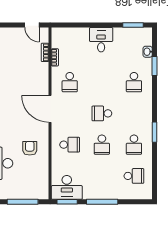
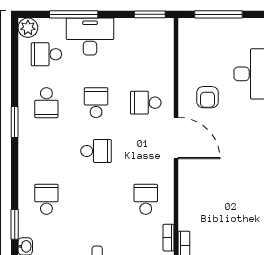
door: (50, 109) -> (176, 138), moved
school desk: (134, 145) -> (46, 103), turned 180
desk: (67, 187) -> (90, 37), moved
plant: (146, 193) -> (28, 28), added
window: (102, 202) -> (74, 14), moved

